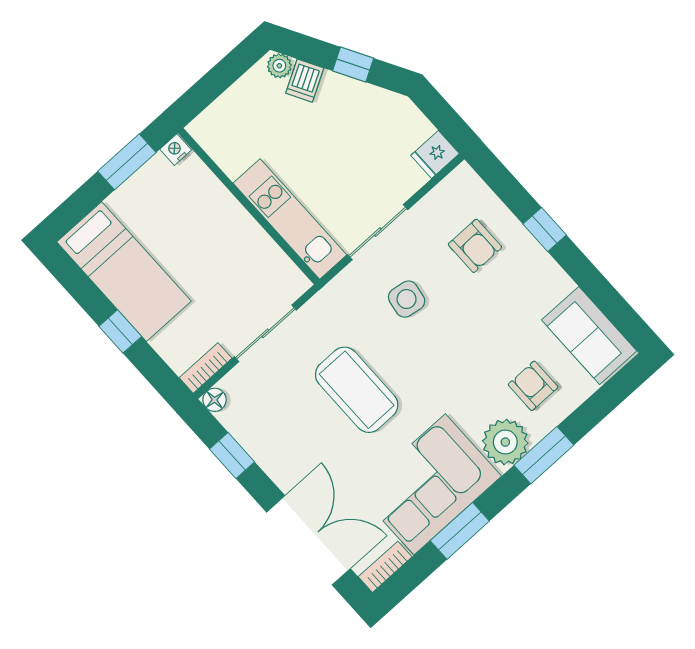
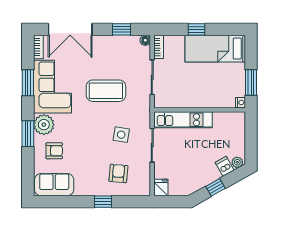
armchair: (475, 246) -> (118, 173), turned 95

